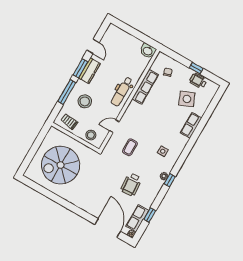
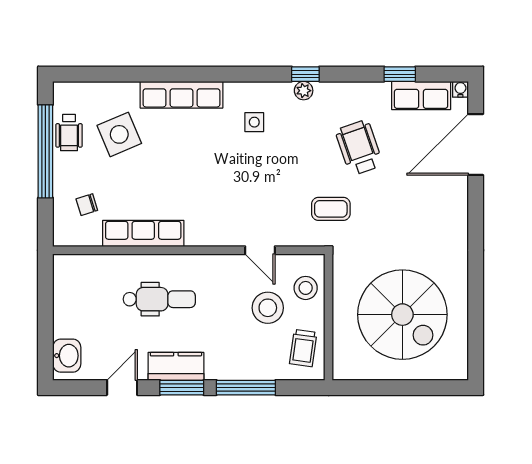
washbasin: (148, 51) -> (67, 356), moved
window: (196, 68) -> (45, 151), width x3.17
dental chair: (122, 92) -> (159, 299), moved
stool: (85, 101) -> (268, 308), moved
row of seats: (191, 125) -> (182, 95), width x1.48
coffee table: (130, 147) -> (331, 209), moved
wheelchair: (131, 184) -> (359, 148), turned -105

